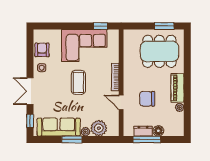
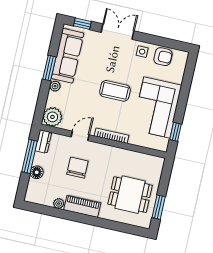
dining table: (159, 51) -> (130, 195), width x0.73
plant: (99, 128) -> (52, 117), moved
dresser: (143, 131) -> (43, 142), moved

